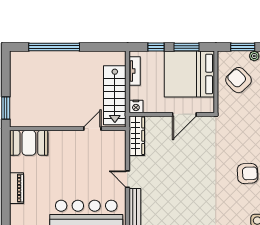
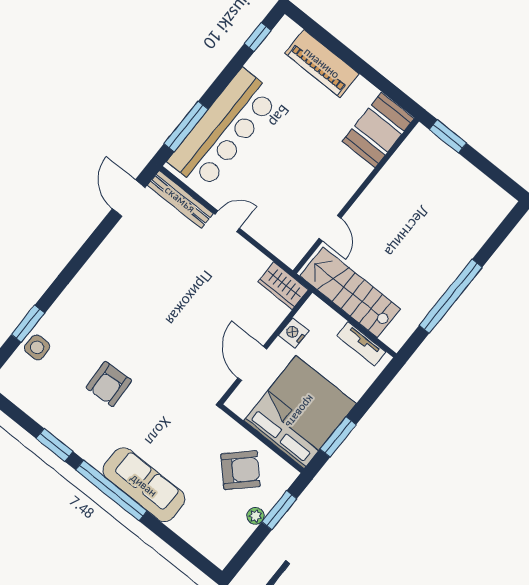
window: (54, 47) -> (451, 296), moved
window: (156, 47) -> (370, 397), removed
nightstand: (136, 106) -> (294, 333), moved
wardrobe: (137, 136) -> (283, 286), width x0.67
piano: (17, 188) -> (322, 63), width x1.37, depth x1.33

